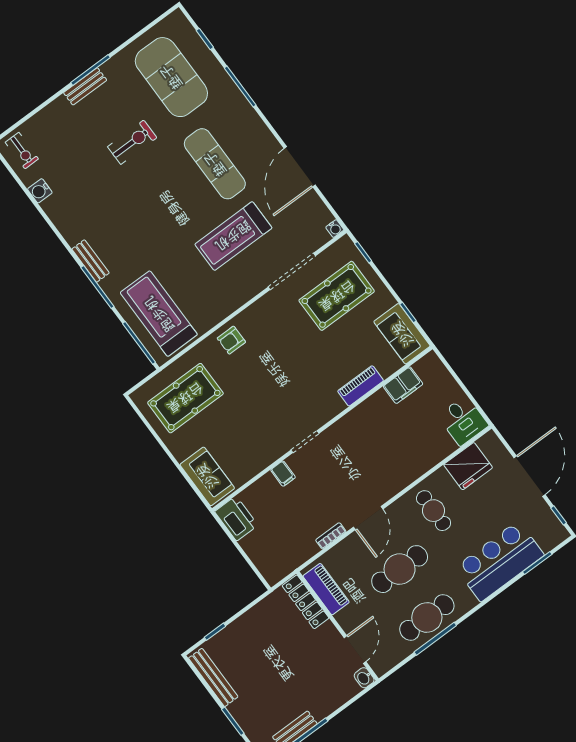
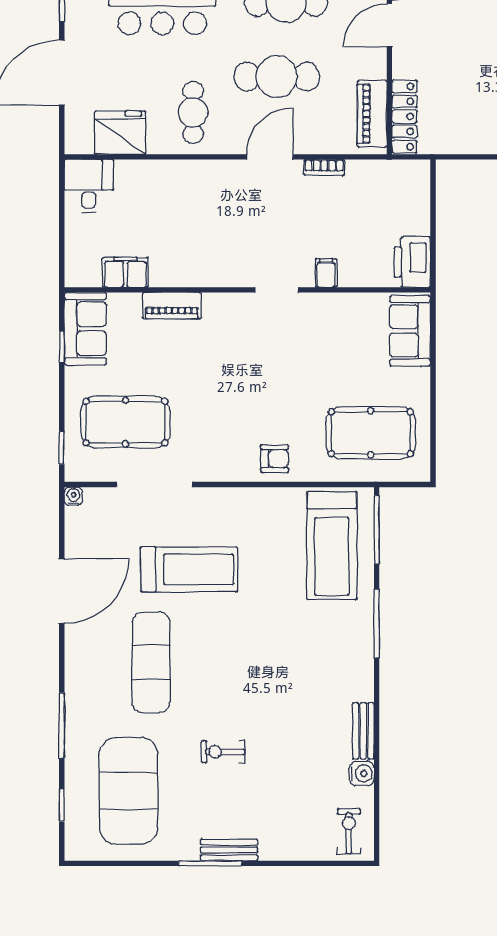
exercise bike: (132, 142) -> (223, 752), width x0.73, depth x0.72
bench: (91, 261) -> (363, 731), moved

